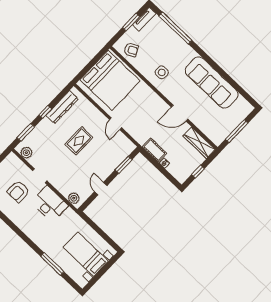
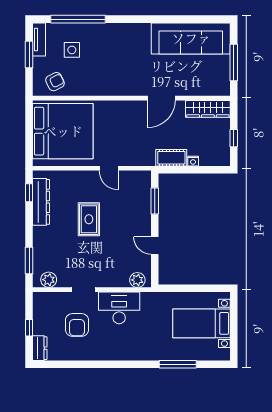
side table: (162, 72) -> (72, 50), moved
sofa: (212, 83) -> (191, 38), moved
window: (45, 112) -> (29, 193), moved

